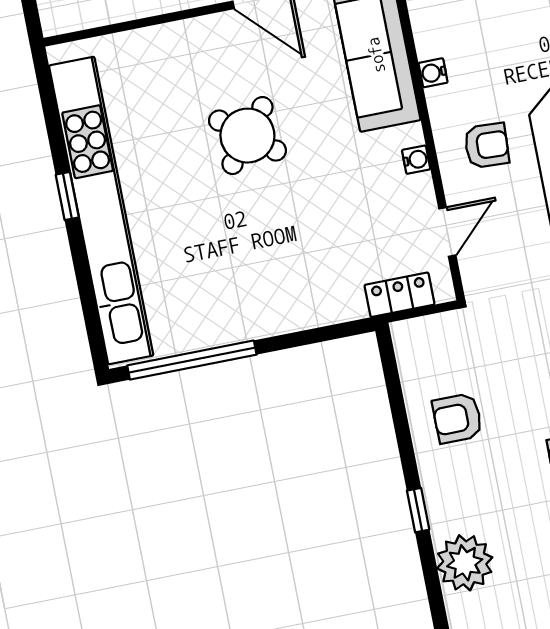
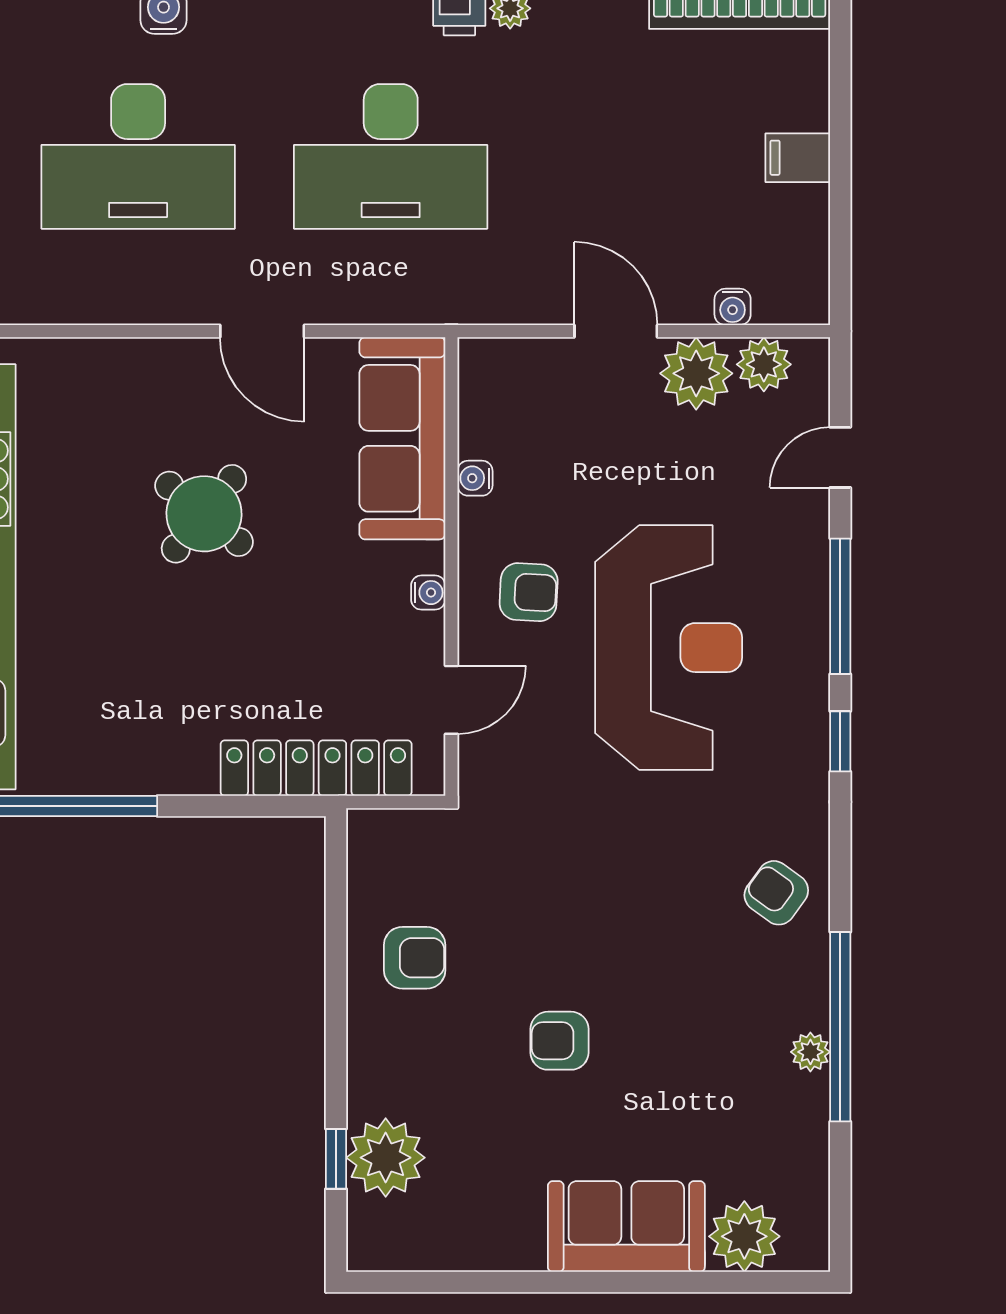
locker: (399, 295) -> (316, 768), width x2.16, depth x1.21
armchair: (457, 418) -> (415, 958), turned 180
window: (418, 510) -> (336, 1159), moved

